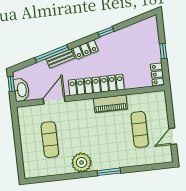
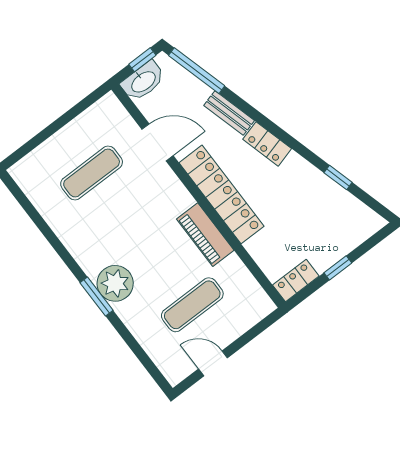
window: (106, 32) -> (338, 178), moved
window: (52, 54) -> (197, 71), moved
plant: (82, 162) -> (115, 283), moved

